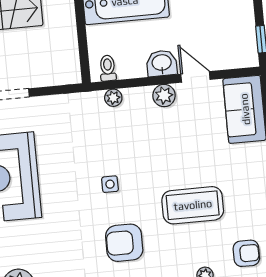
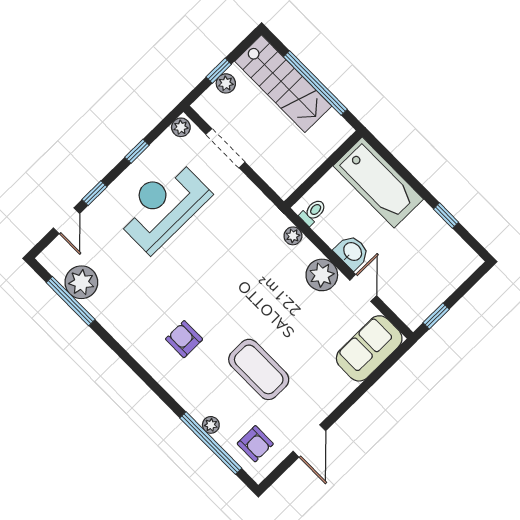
plant: (164, 96) -> (322, 275), width x1.36, depth x1.36
side table: (110, 184) -> (222, 290), removed
armchair: (124, 243) -> (184, 339), width x0.72, depth x0.72

